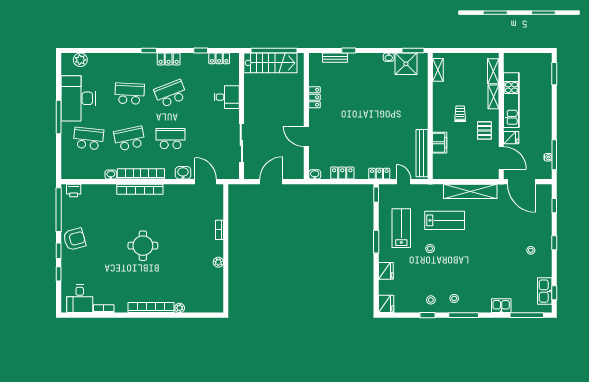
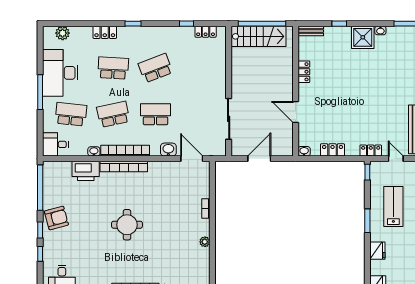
bench: (335, 58) -> (311, 31), moved
locker: (169, 59) -> (105, 32), moved
shower: (406, 64) -> (363, 37), moved
desk: (227, 97) -> (55, 144), moved, turned 180
printer: (74, 190) -> (86, 171), moved, width x1.87, depth x1.48

